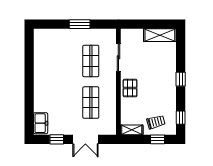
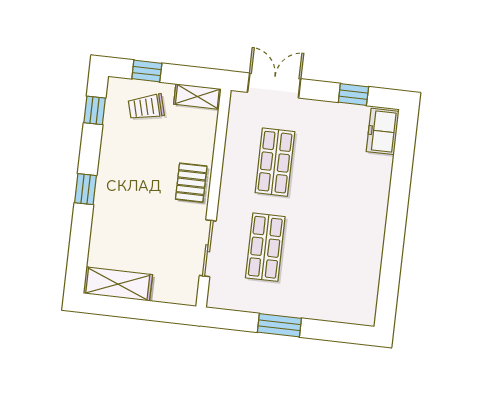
double door: (85, 139) -> (274, 86), moved

